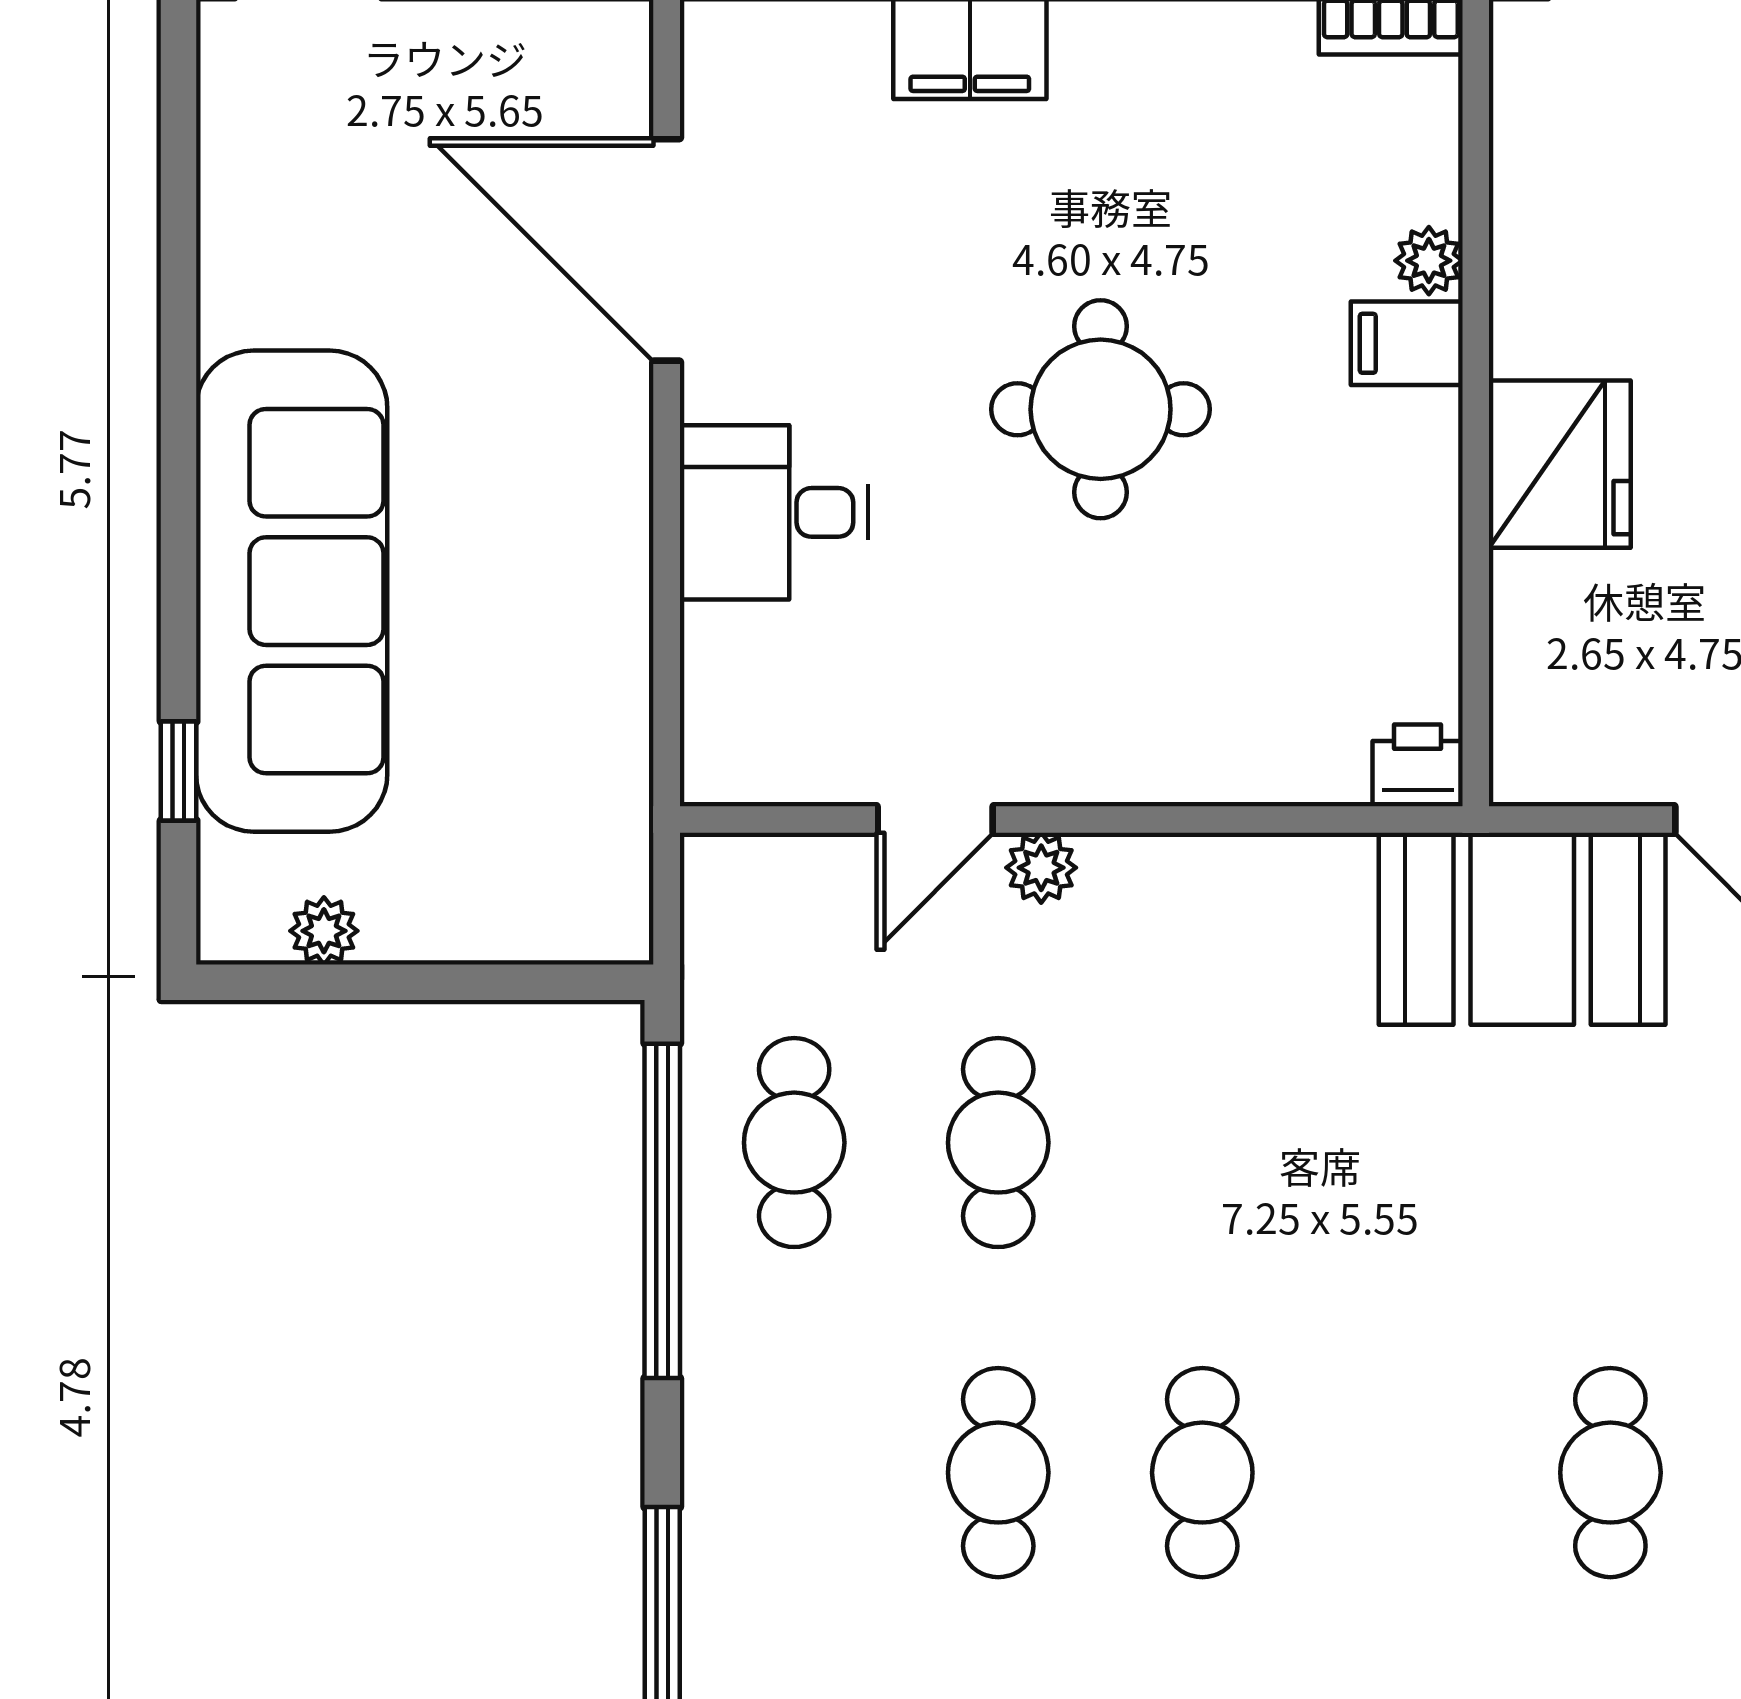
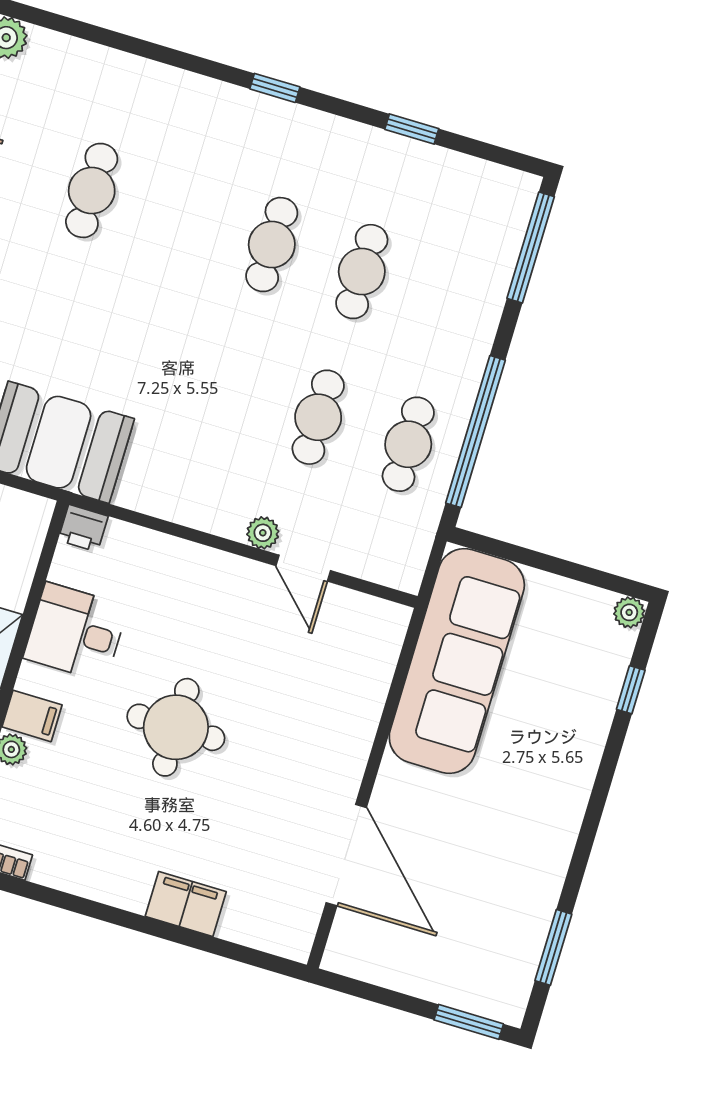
window: (179, 187) -> (553, 947), added
desk: (774, 512) -> (76, 632), moved, turned 180
sofa: (292, 591) -> (457, 661), moved, turned 180
door: (935, 819) -> (303, 568), swing flipped
plant: (324, 931) -> (629, 612), moved

